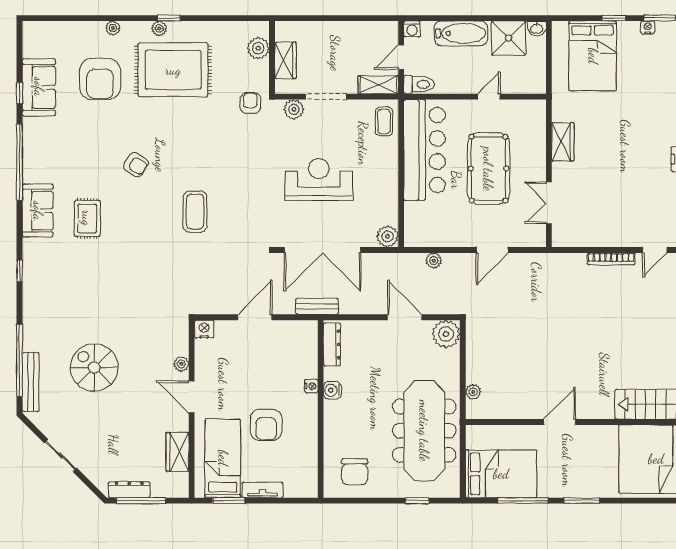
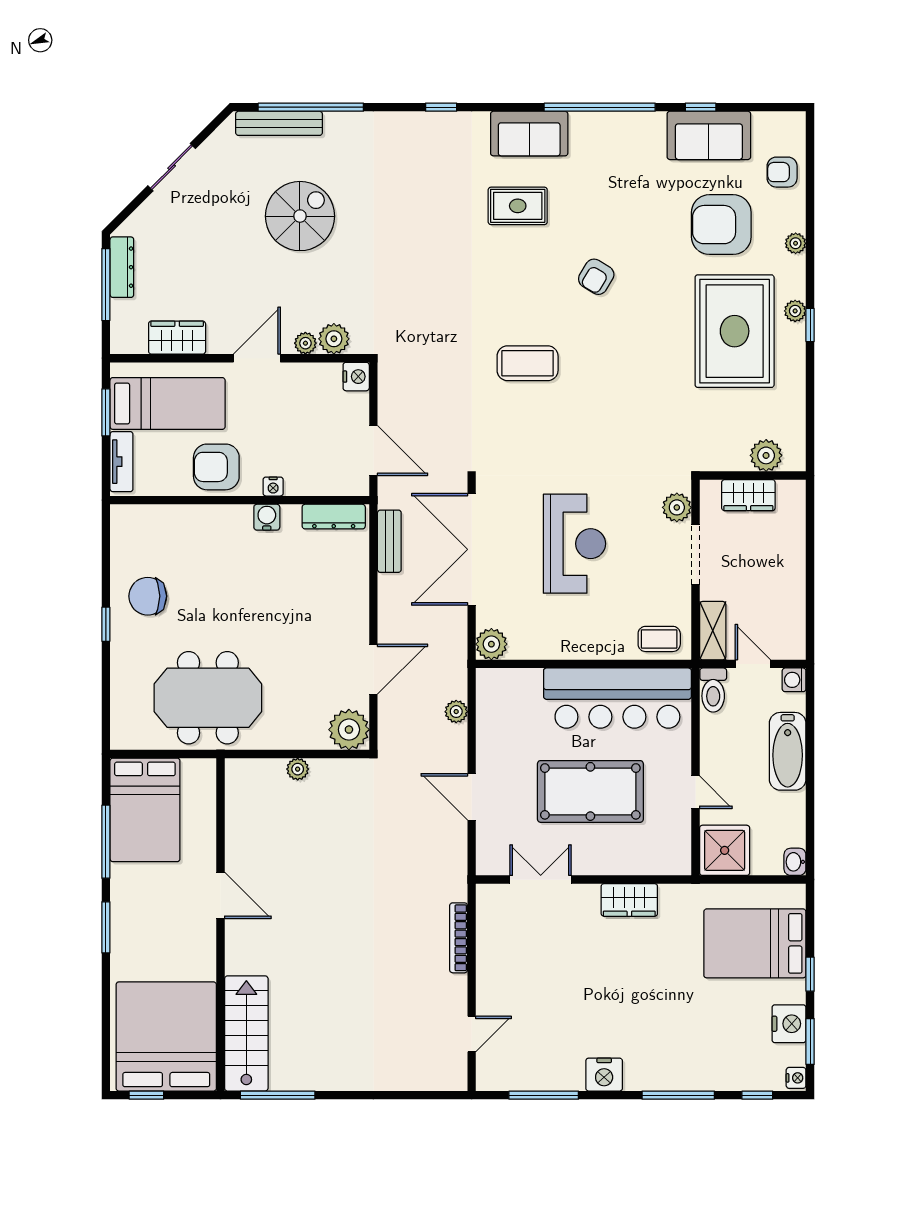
nightstand: (648, 27) -> (789, 1024), width x1.89, depth x1.79
shower: (509, 38) -> (725, 850), moved
armchair: (250, 103) -> (782, 172), moved, turned 180
door: (655, 250) -> (472, 1034), swing flipped
bookcase: (611, 259) -> (459, 938), moved
plant: (178, 344) -> (334, 339), added
dresser: (332, 344) -> (334, 517), moved
nightstand: (311, 386) -> (273, 487), moved
water cooler: (332, 390) -> (267, 517), moved
plant: (473, 392) -> (298, 769), moved
wall: (321, 409) -> (240, 500), moved
meeting table: (424, 431) -> (208, 698), width x0.73
window: (417, 501) -> (106, 624), moved

